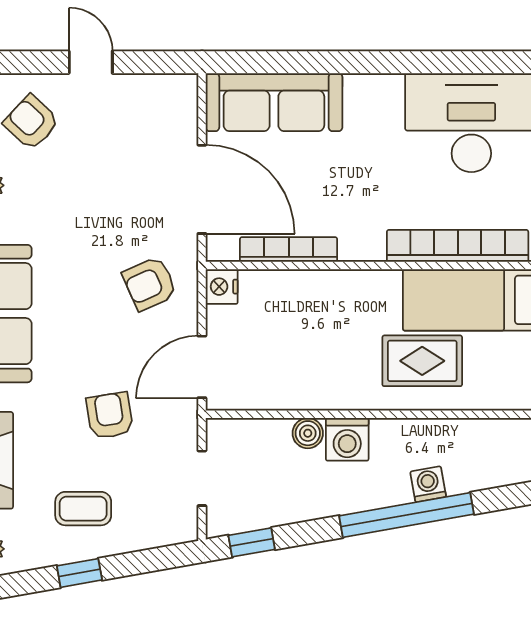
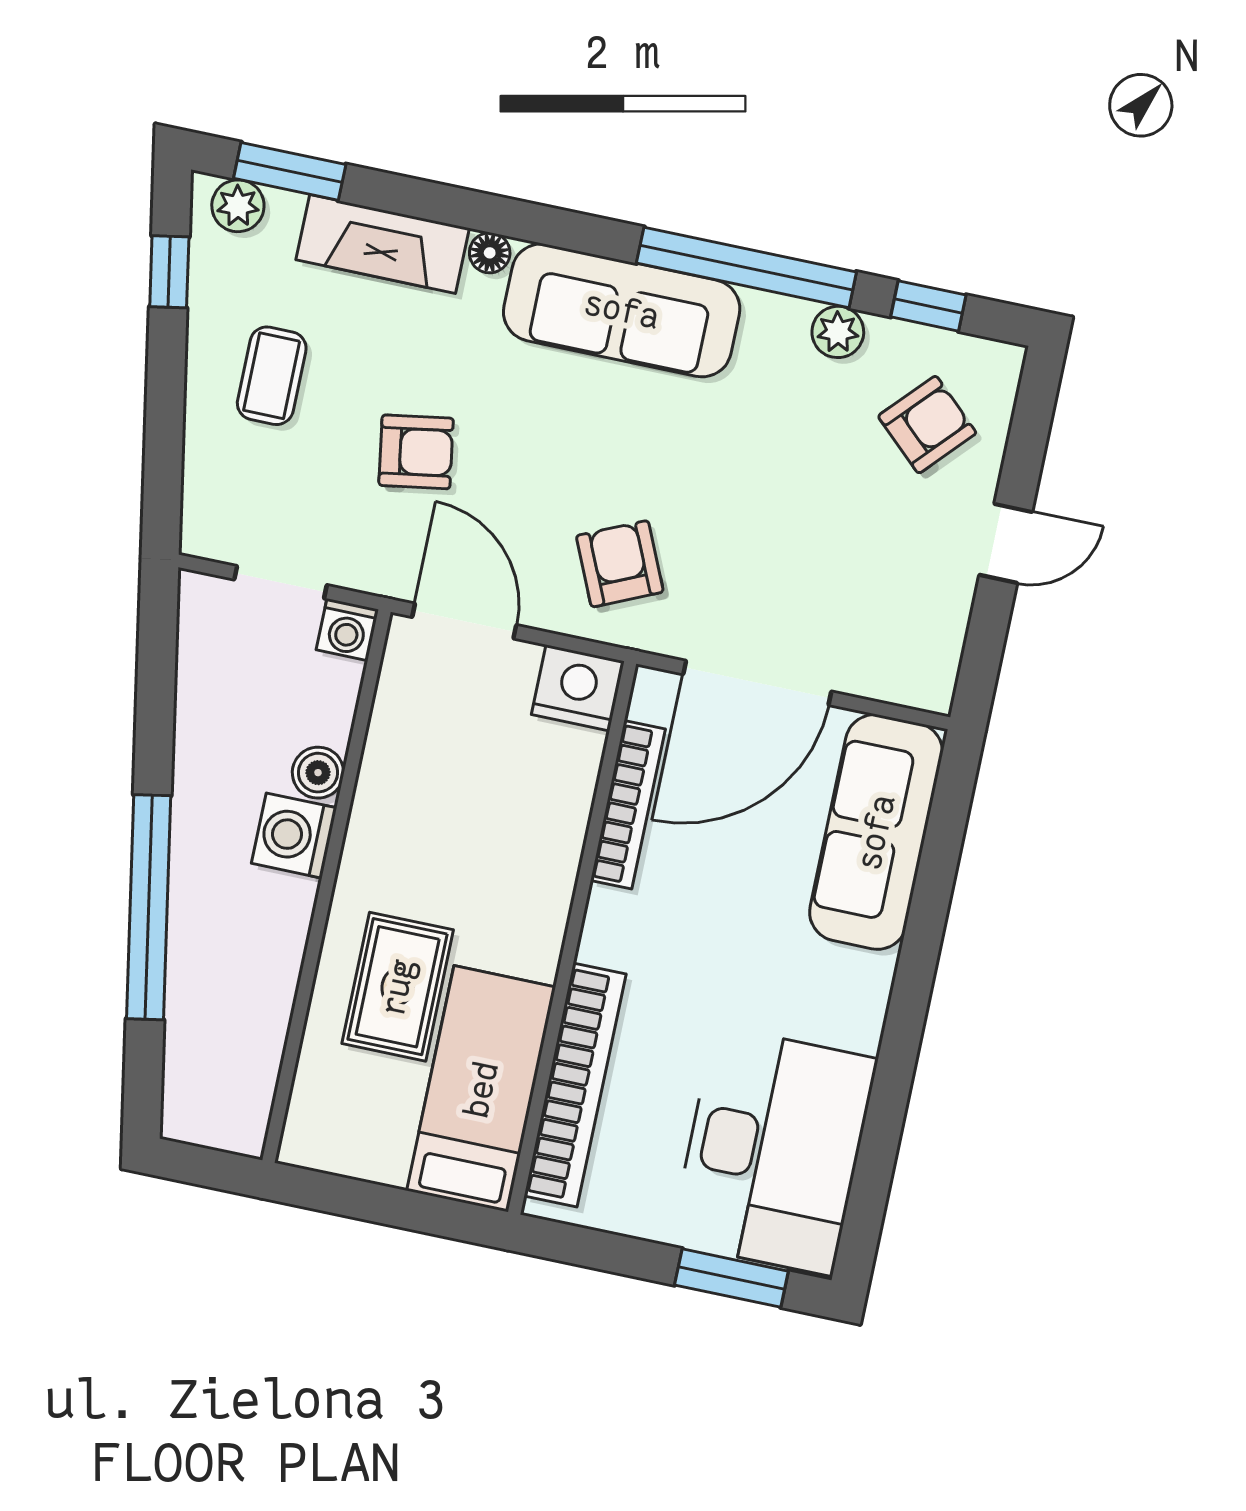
nightstand: (222, 287) -> (578, 688), width x1.36, depth x1.33
washing machine: (428, 484) -> (347, 630), moved, turned 100
window: (252, 542) -> (157, 642), removed
window: (79, 573) -> (169, 272), moved

